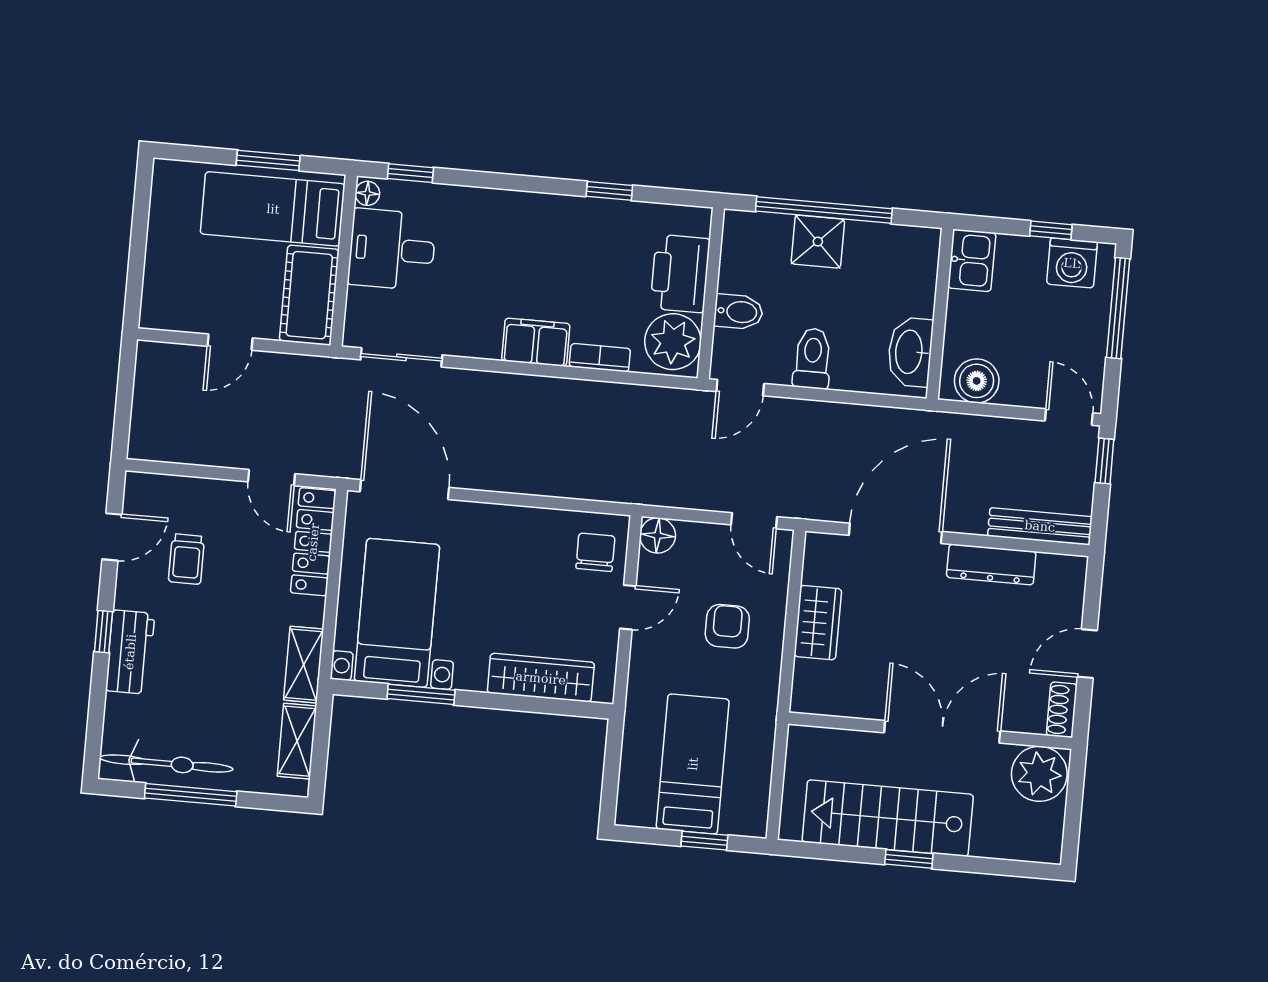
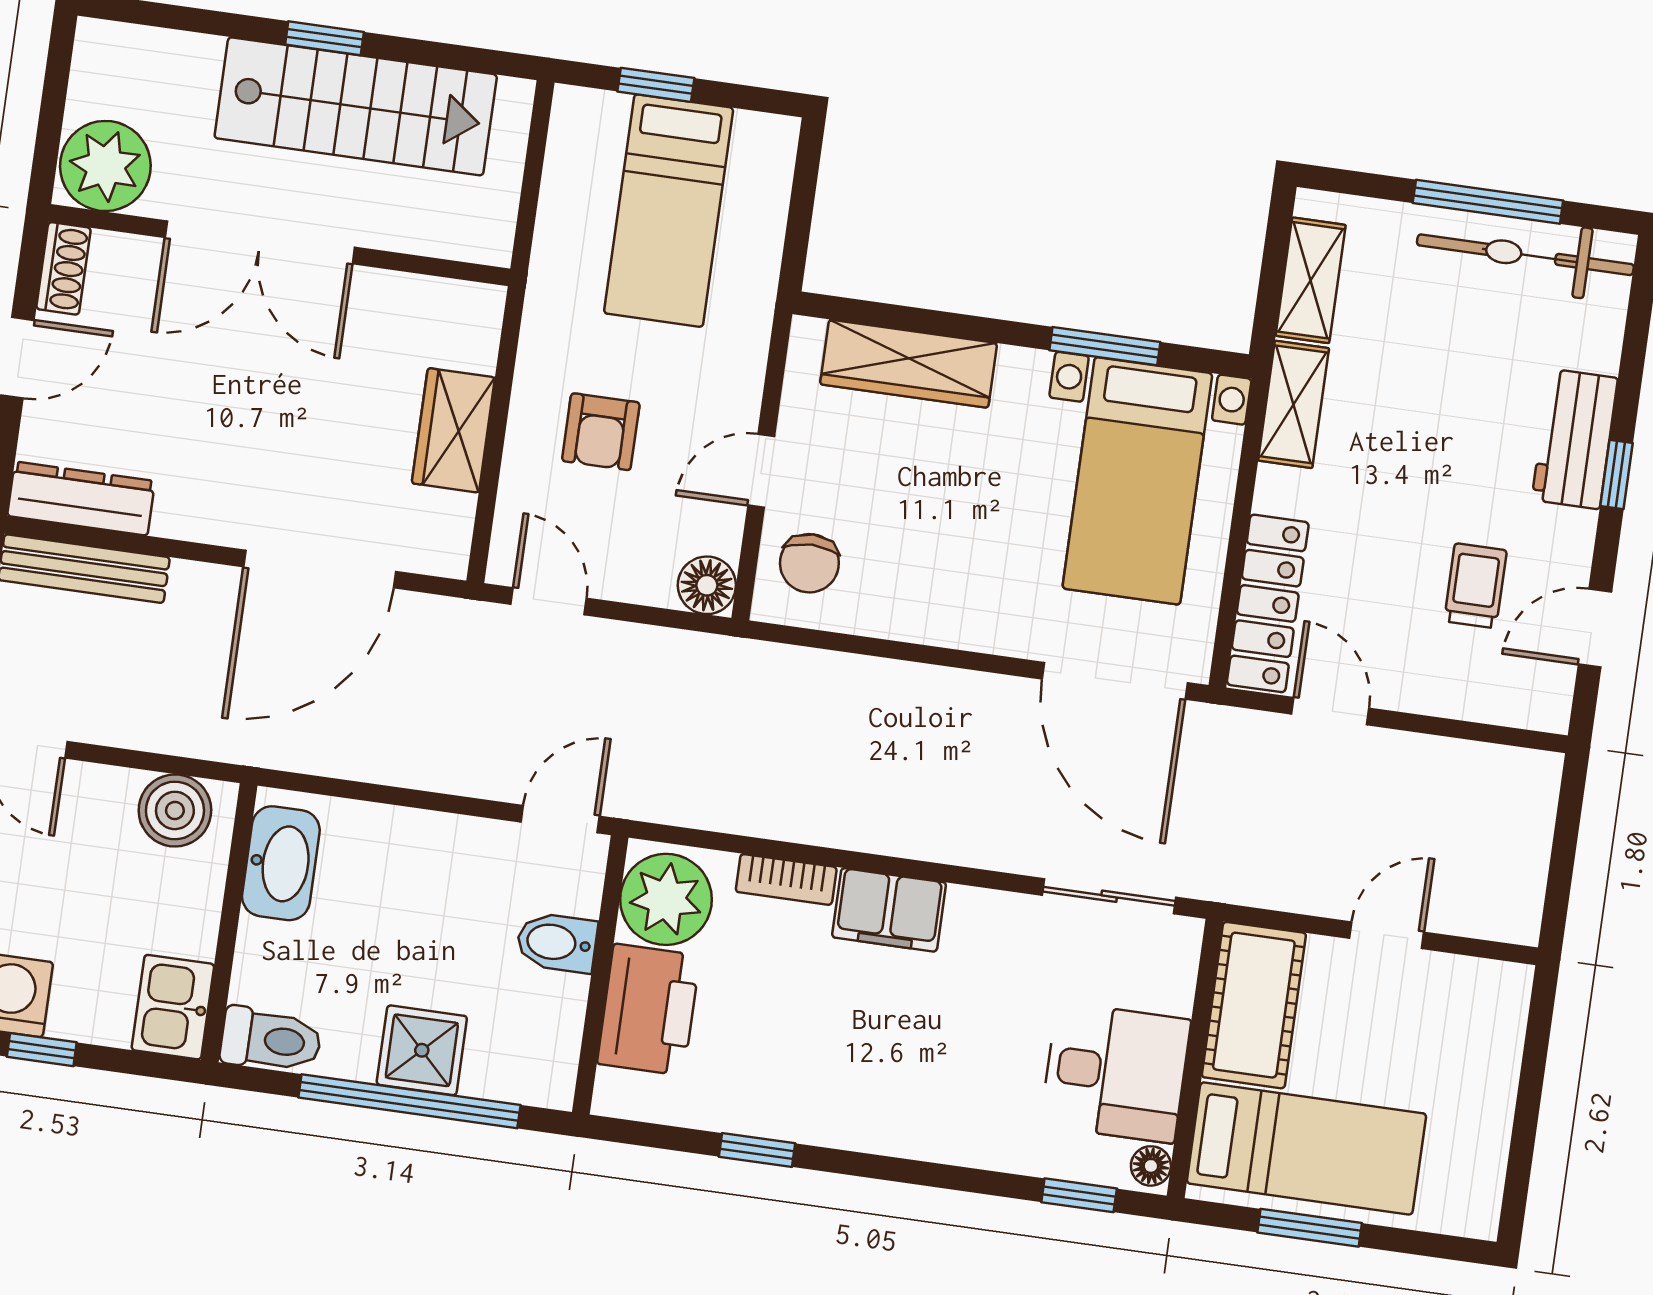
toilet: (812, 359) -> (271, 1040), moved, turned -90
dresser: (991, 565) -> (81, 499), moved

